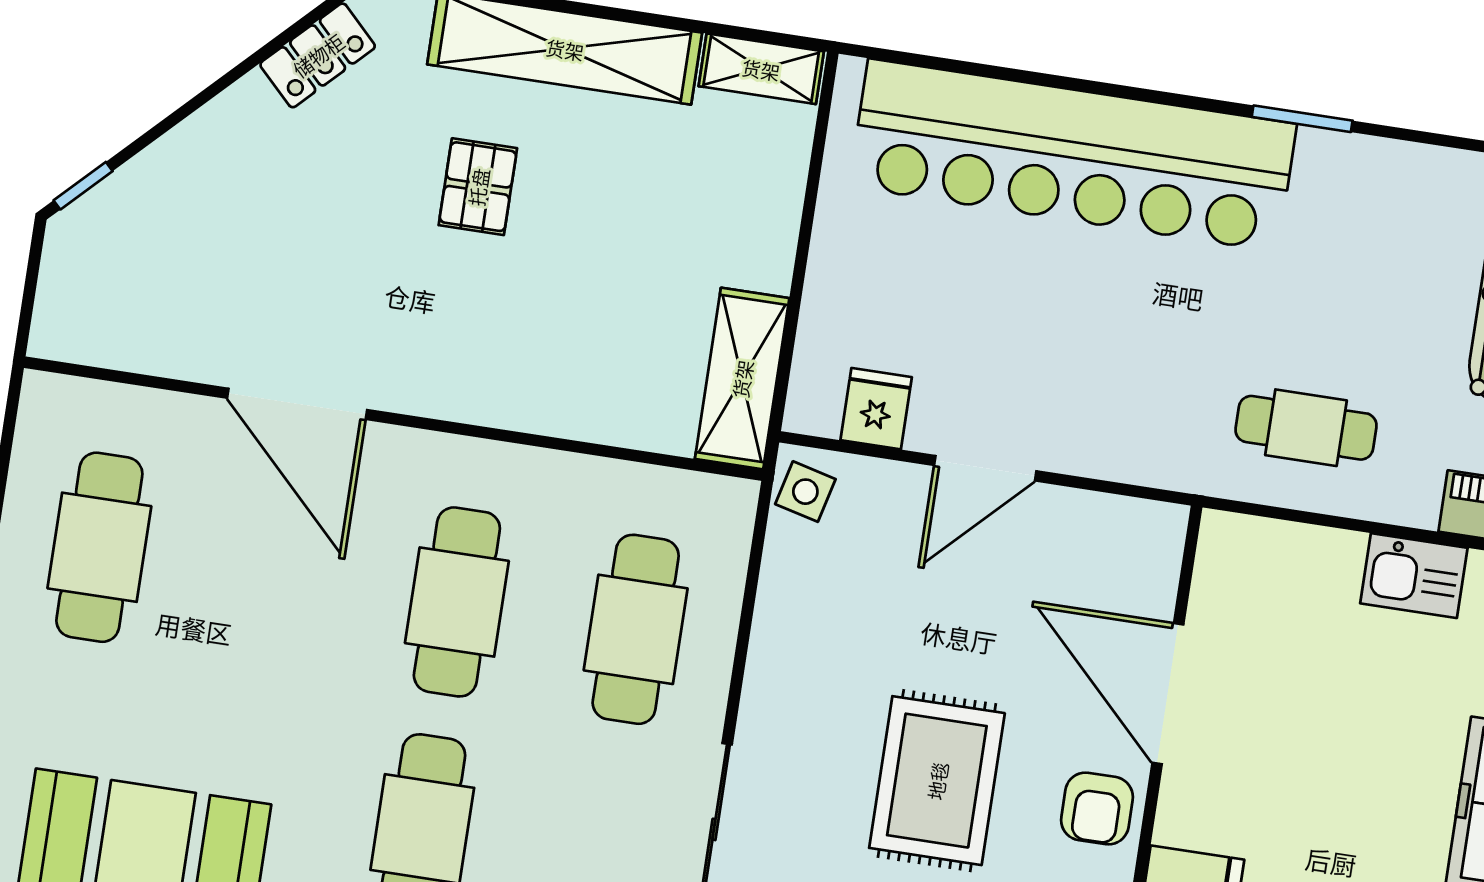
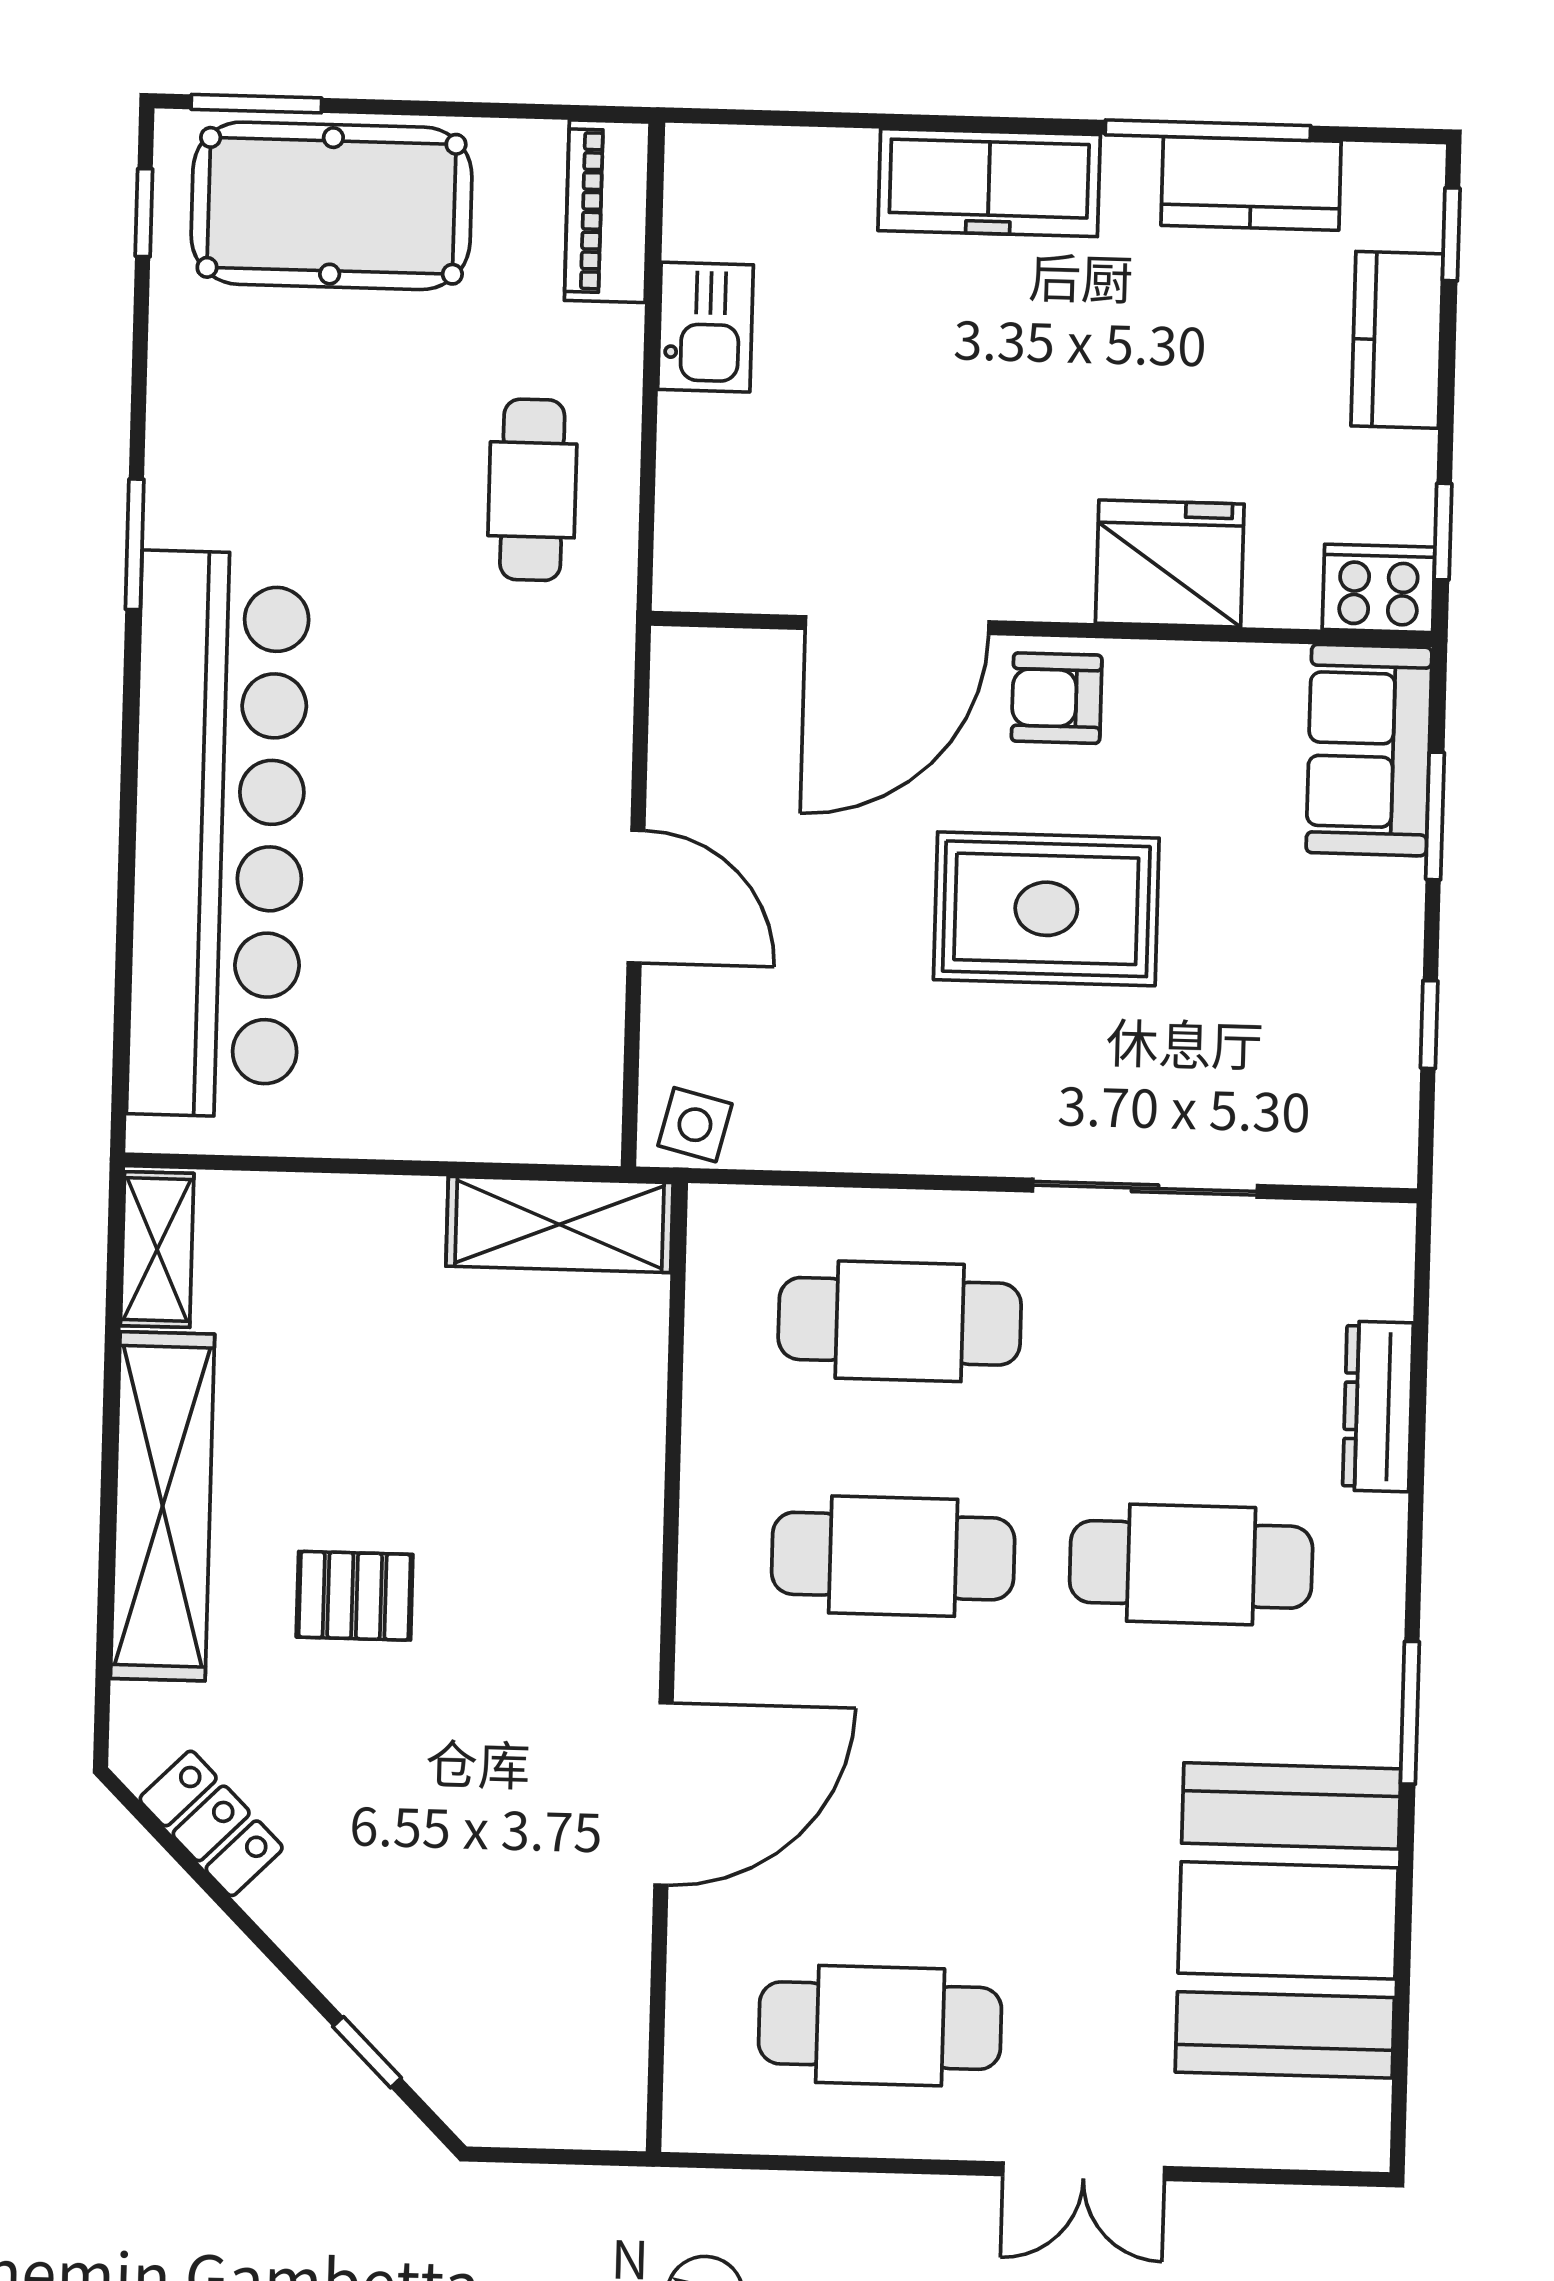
window: (83, 186) -> (367, 2052), moved
fridge: (876, 409) -> (577, 1047), removed
armchair: (1097, 809) -> (1057, 698), turned 180

